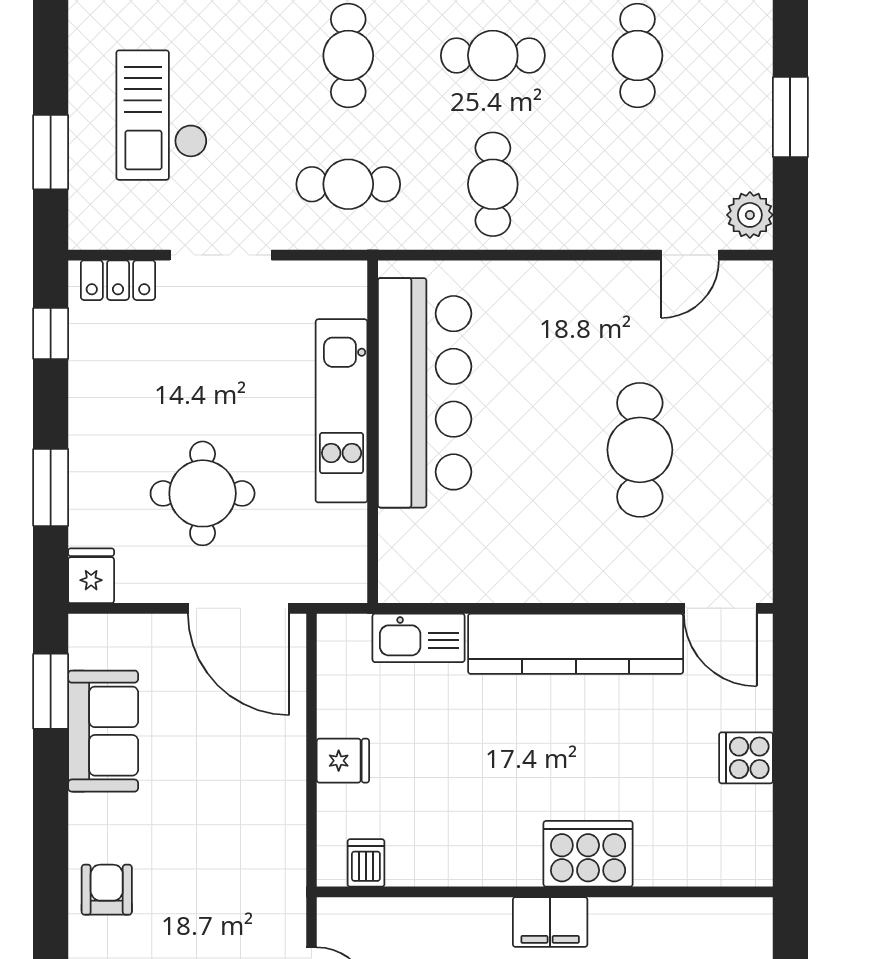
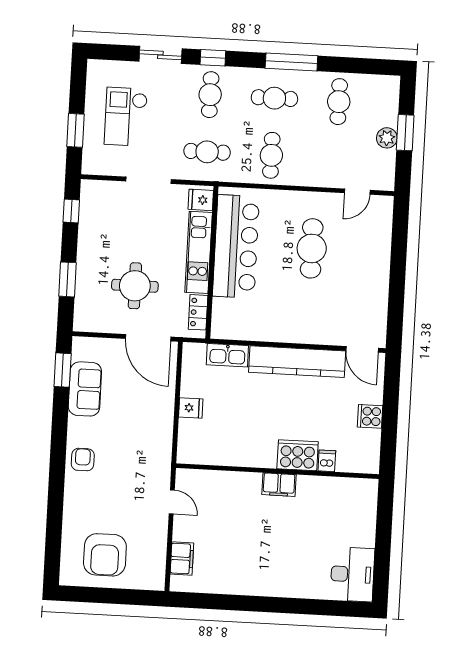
plant: (750, 215) -> (387, 138), moved
locker: (118, 280) -> (198, 312), moved, turned 90
cafe table: (640, 450) -> (312, 248), moved
fridge: (91, 576) -> (201, 200), moved, turned -90
dishwasher: (366, 863) -> (327, 461), moved

